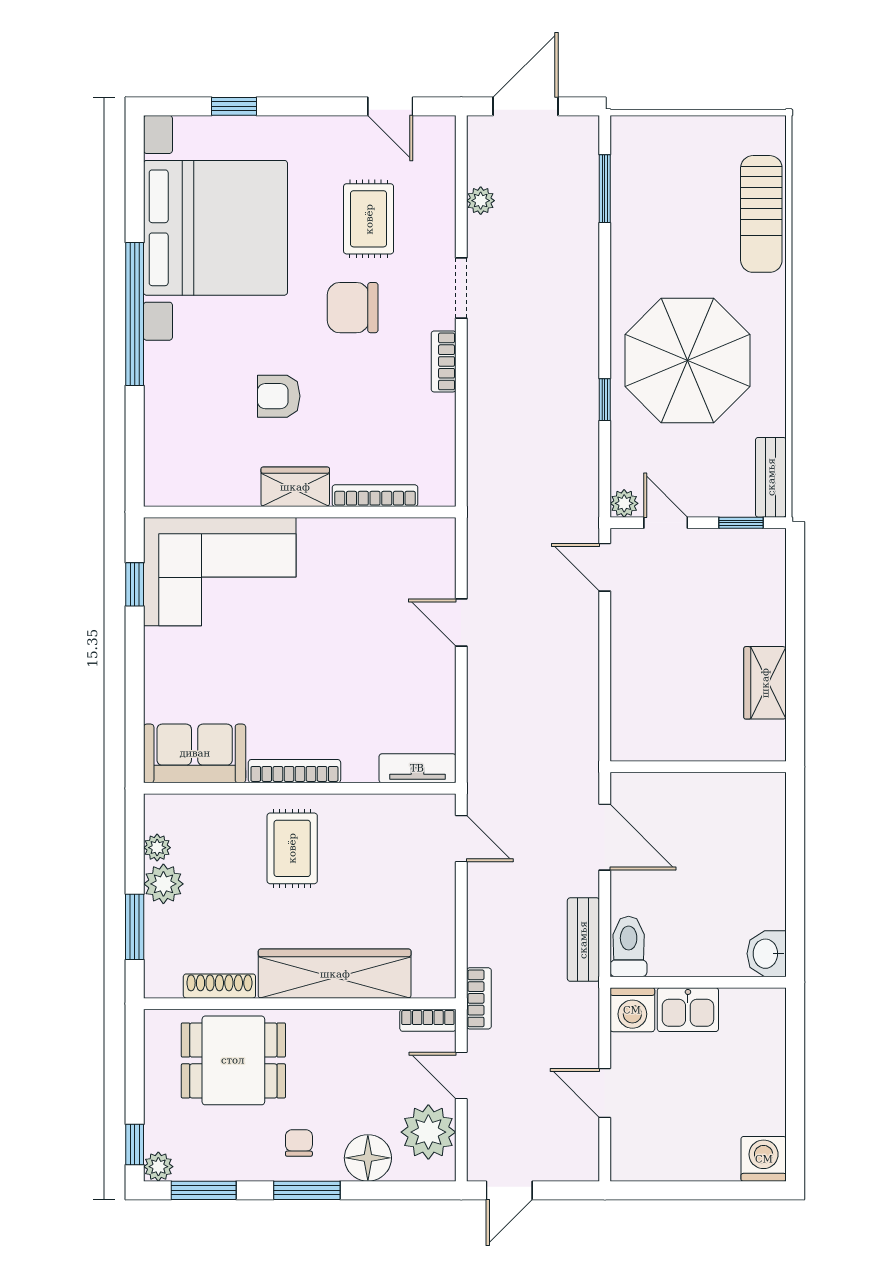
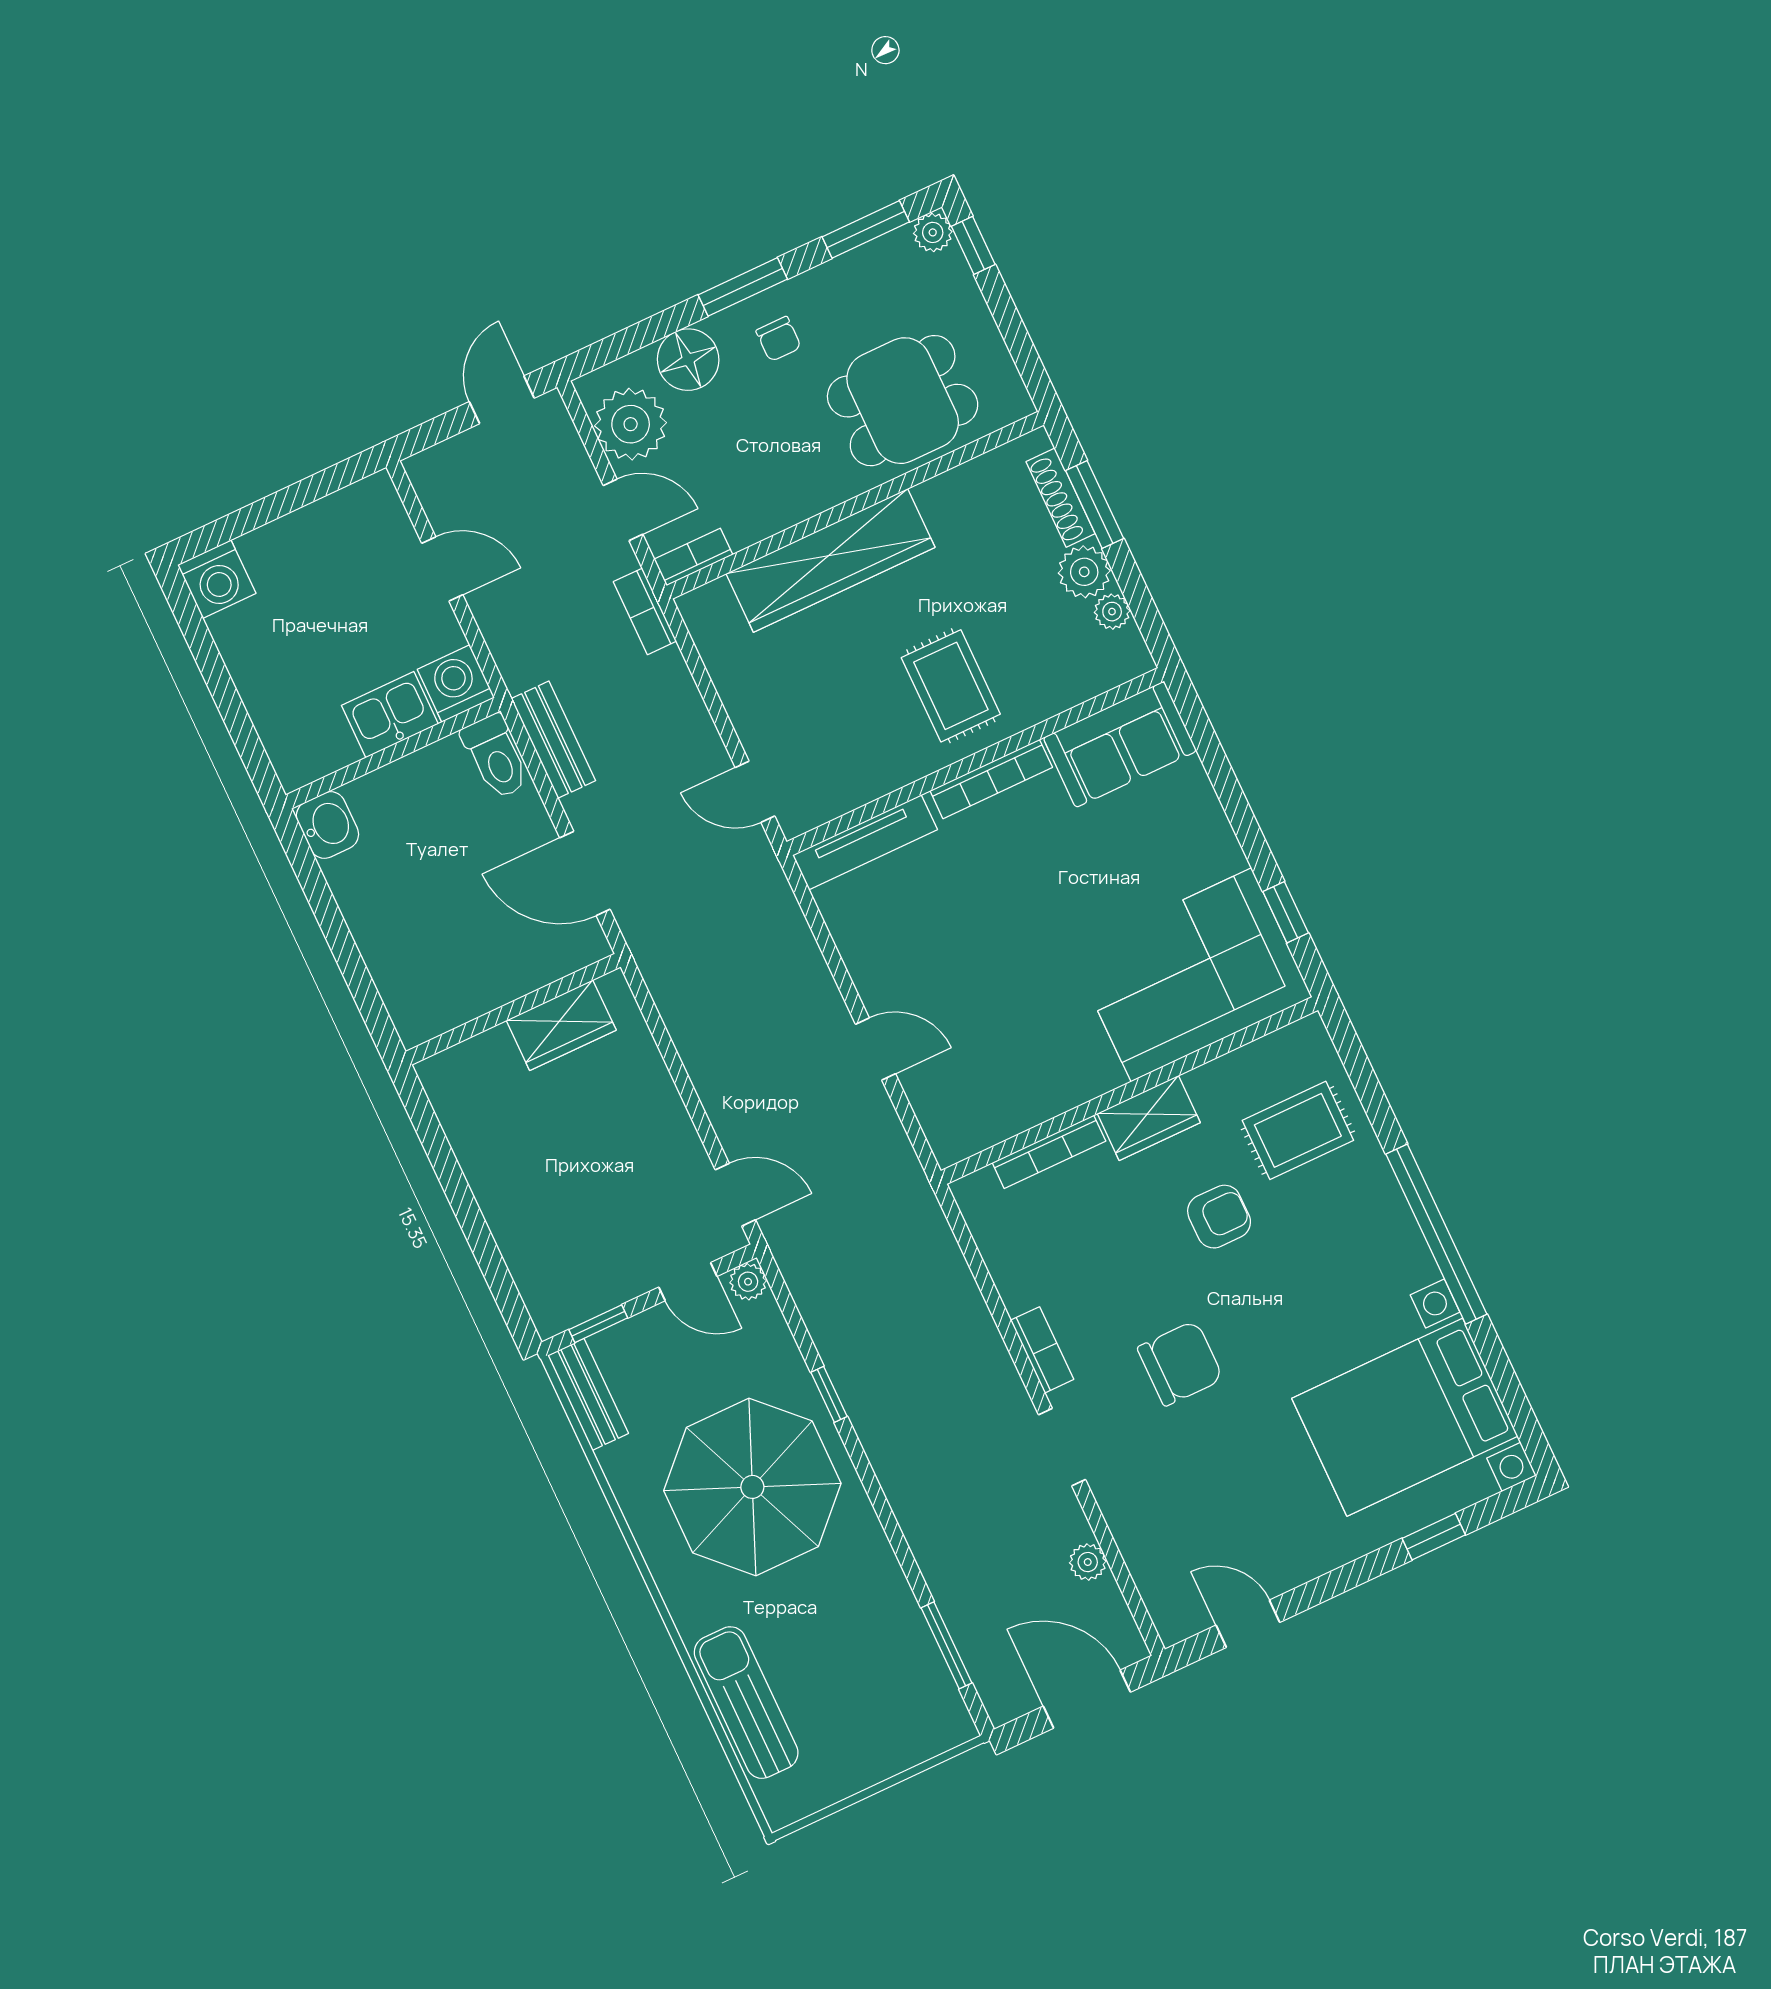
door: (525, 106) -> (1087, 1699), swing flipped
rug: (369, 219) -> (1298, 1130), moved, turned 90
bed with nightstands: (215, 228) -> (1405, 1417), width x0.73
wardrobe: (765, 683) -> (561, 1025), moved, turned 90
tv unit: (417, 768) -> (865, 842), width x1.41
shoe rack: (219, 986) -> (1061, 498), moved, turned 90

